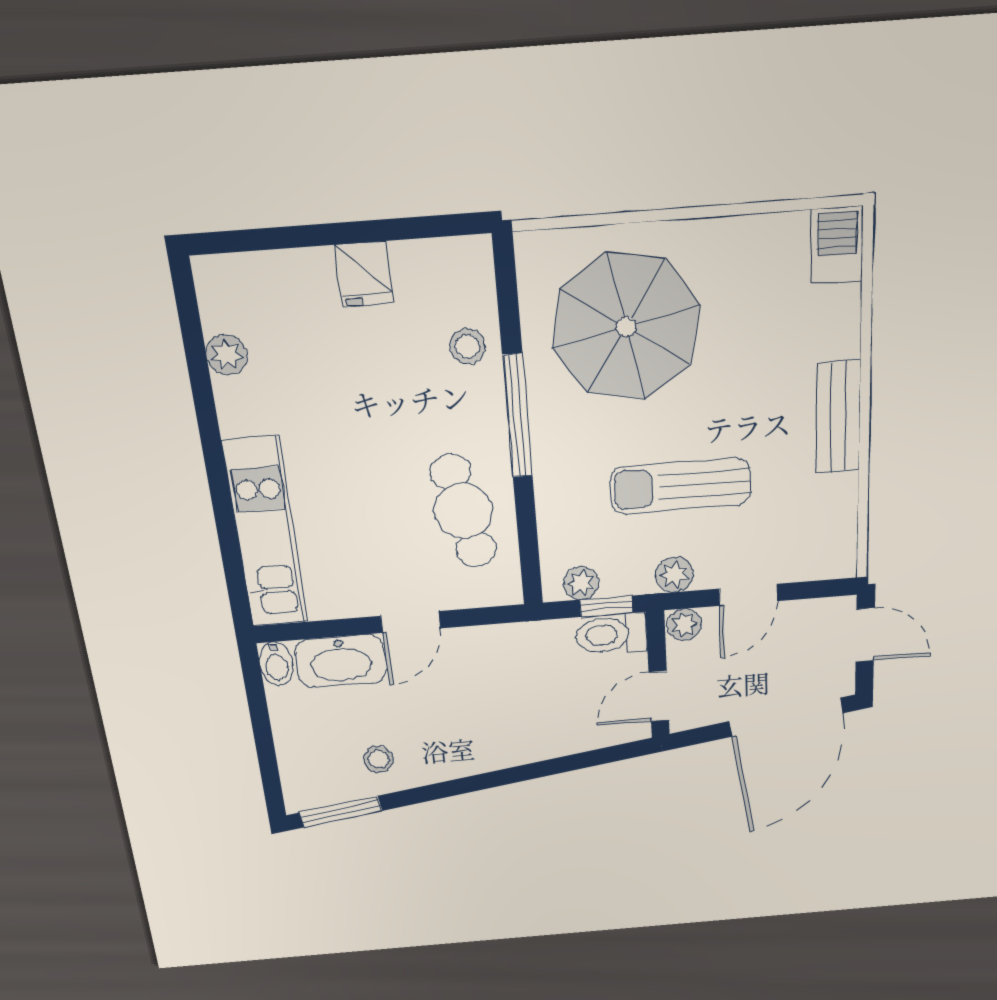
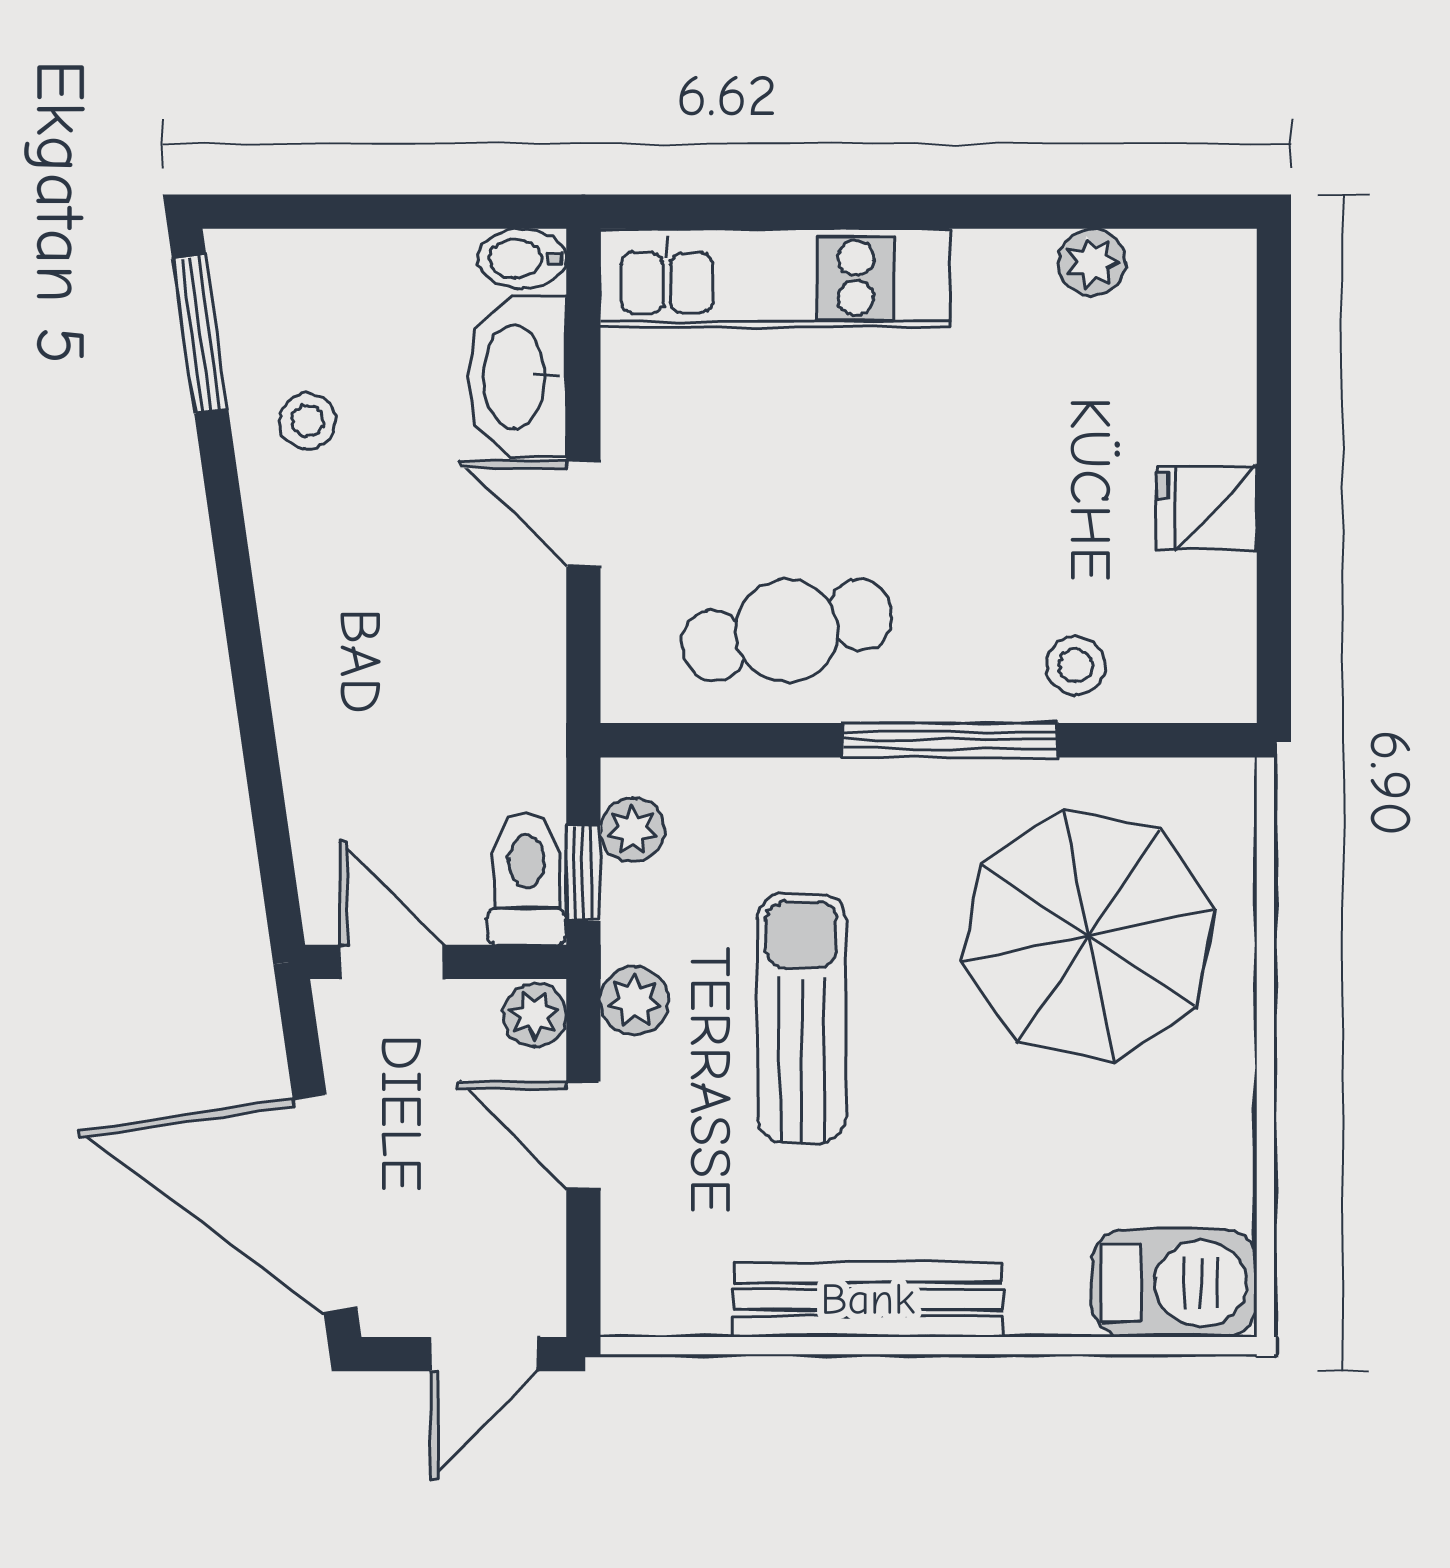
barbecue: (837, 245) -> (1174, 1283), width x1.38, depth x1.27
bench: (838, 417) -> (868, 1299), width x1.36

